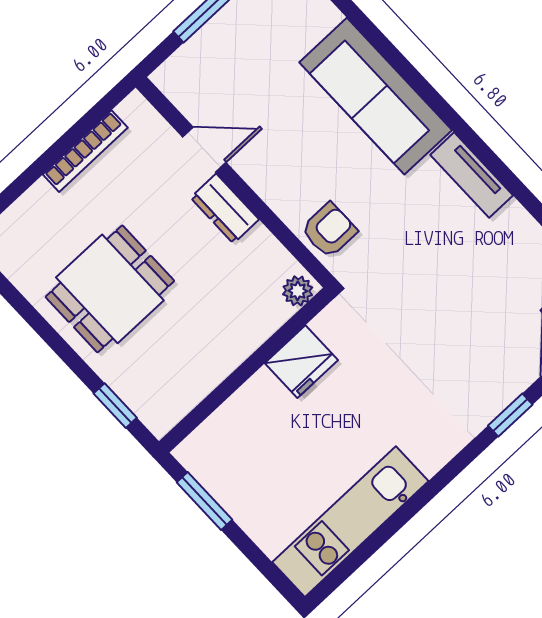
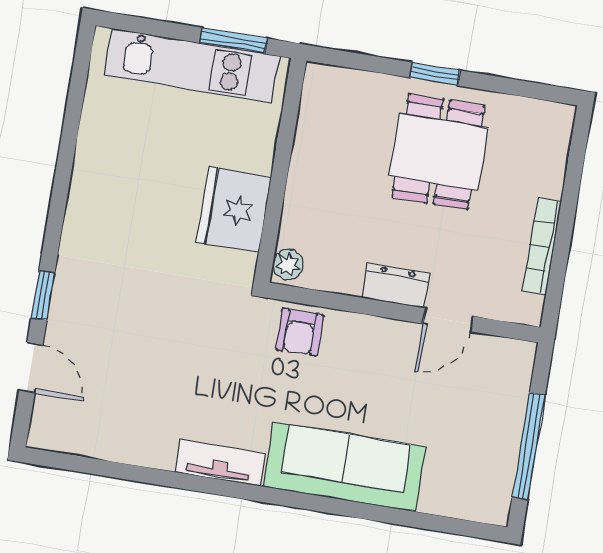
fridge: (301, 362) -> (234, 209), width x1.36, depth x1.34
window: (115, 406) -> (435, 74), moved
kitchen unit: (350, 522) -> (192, 66), moved, turned 90

